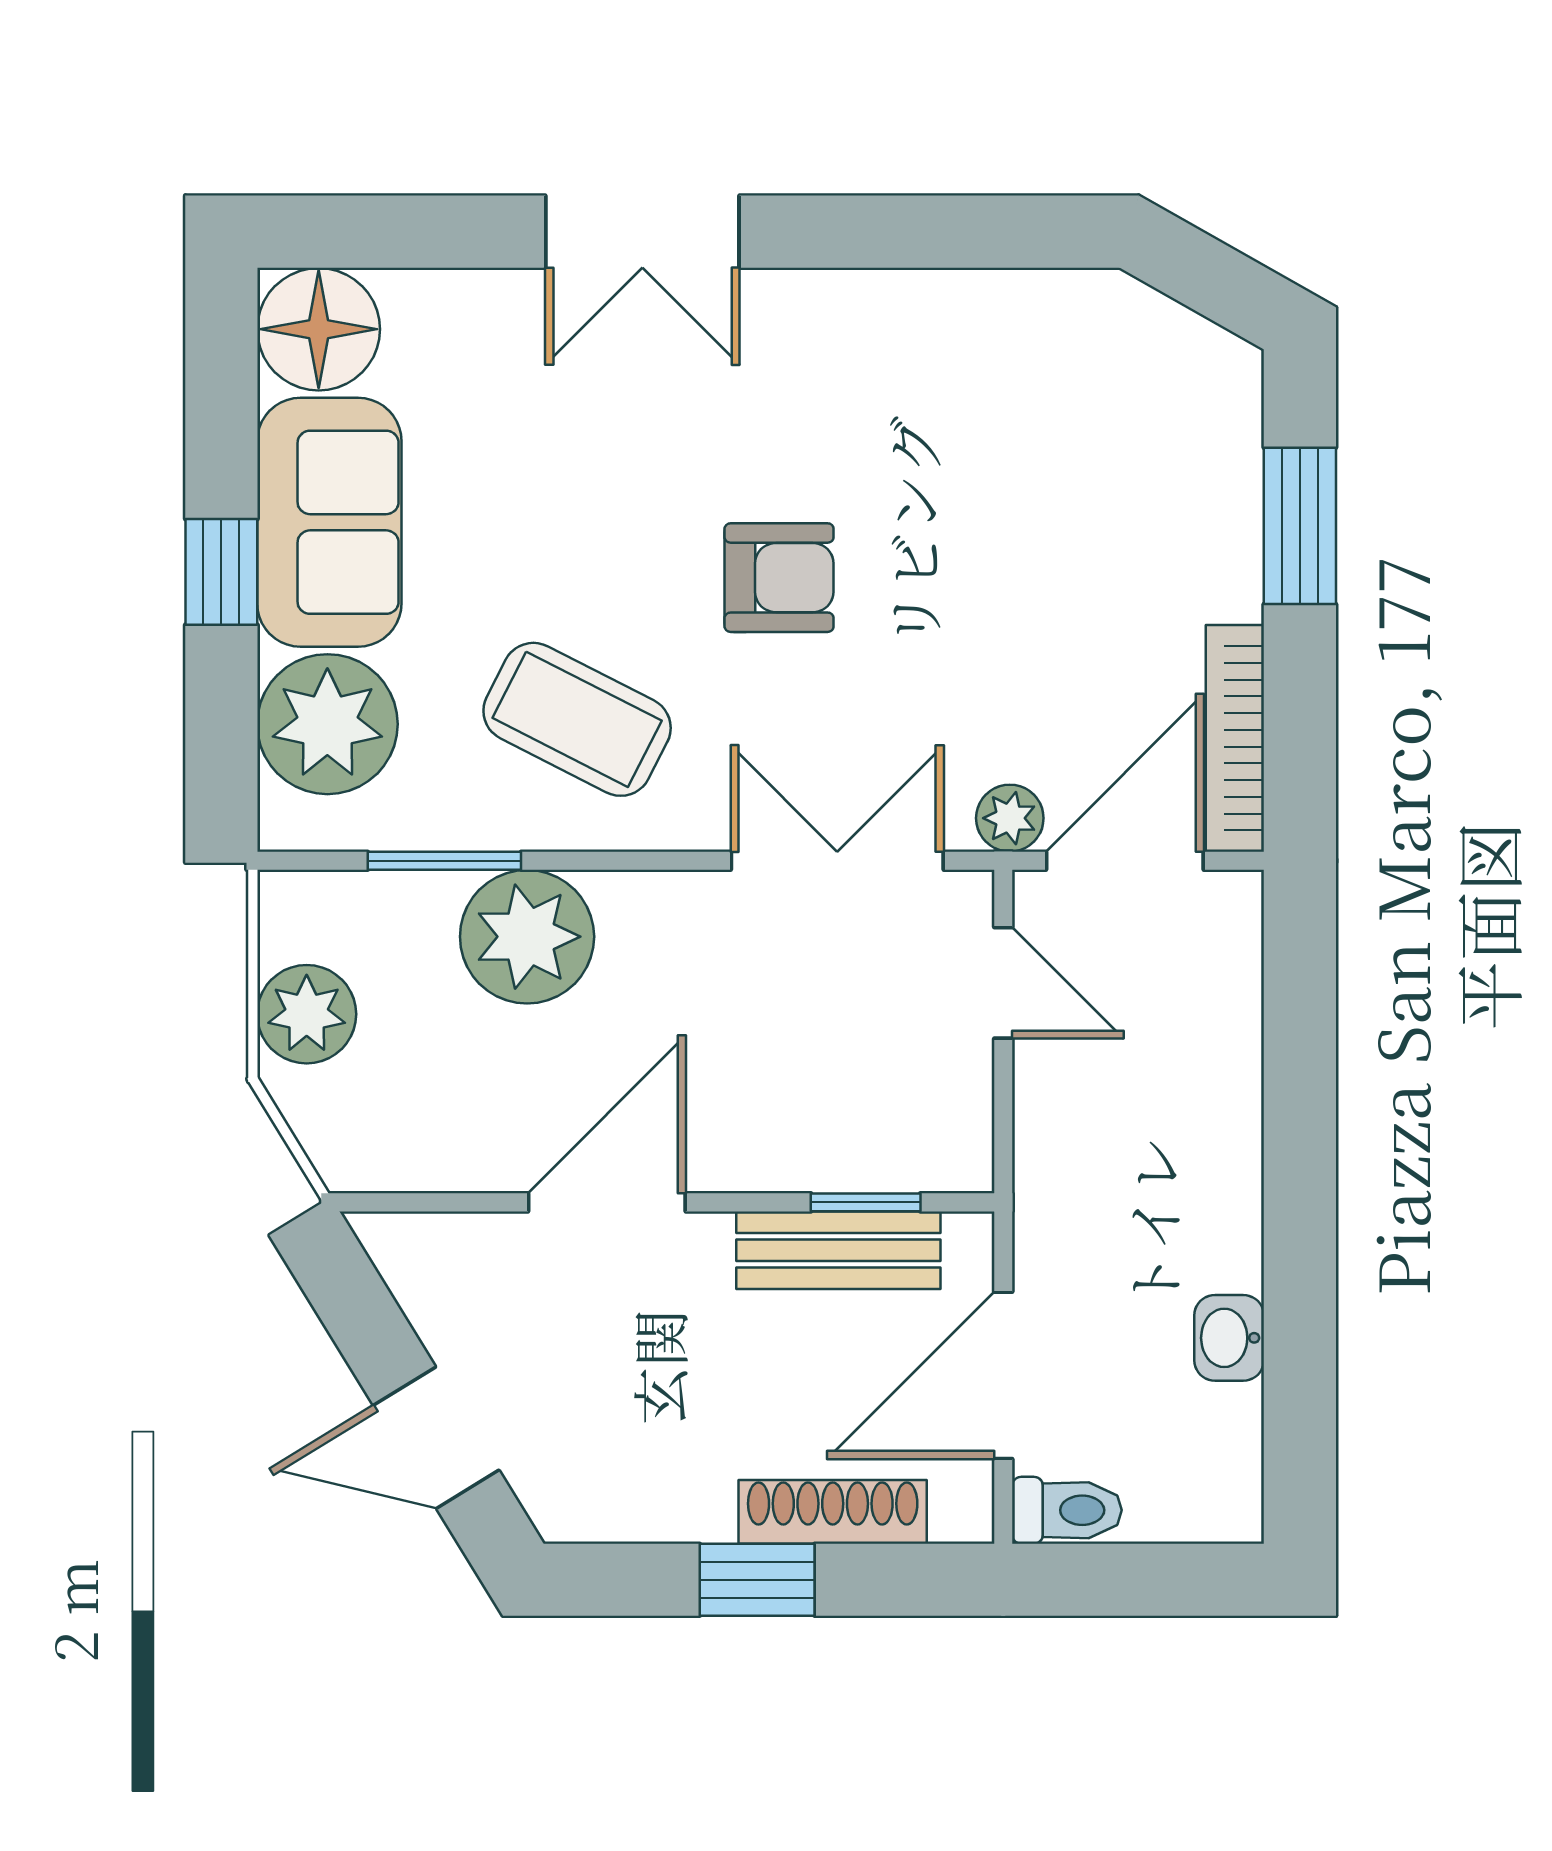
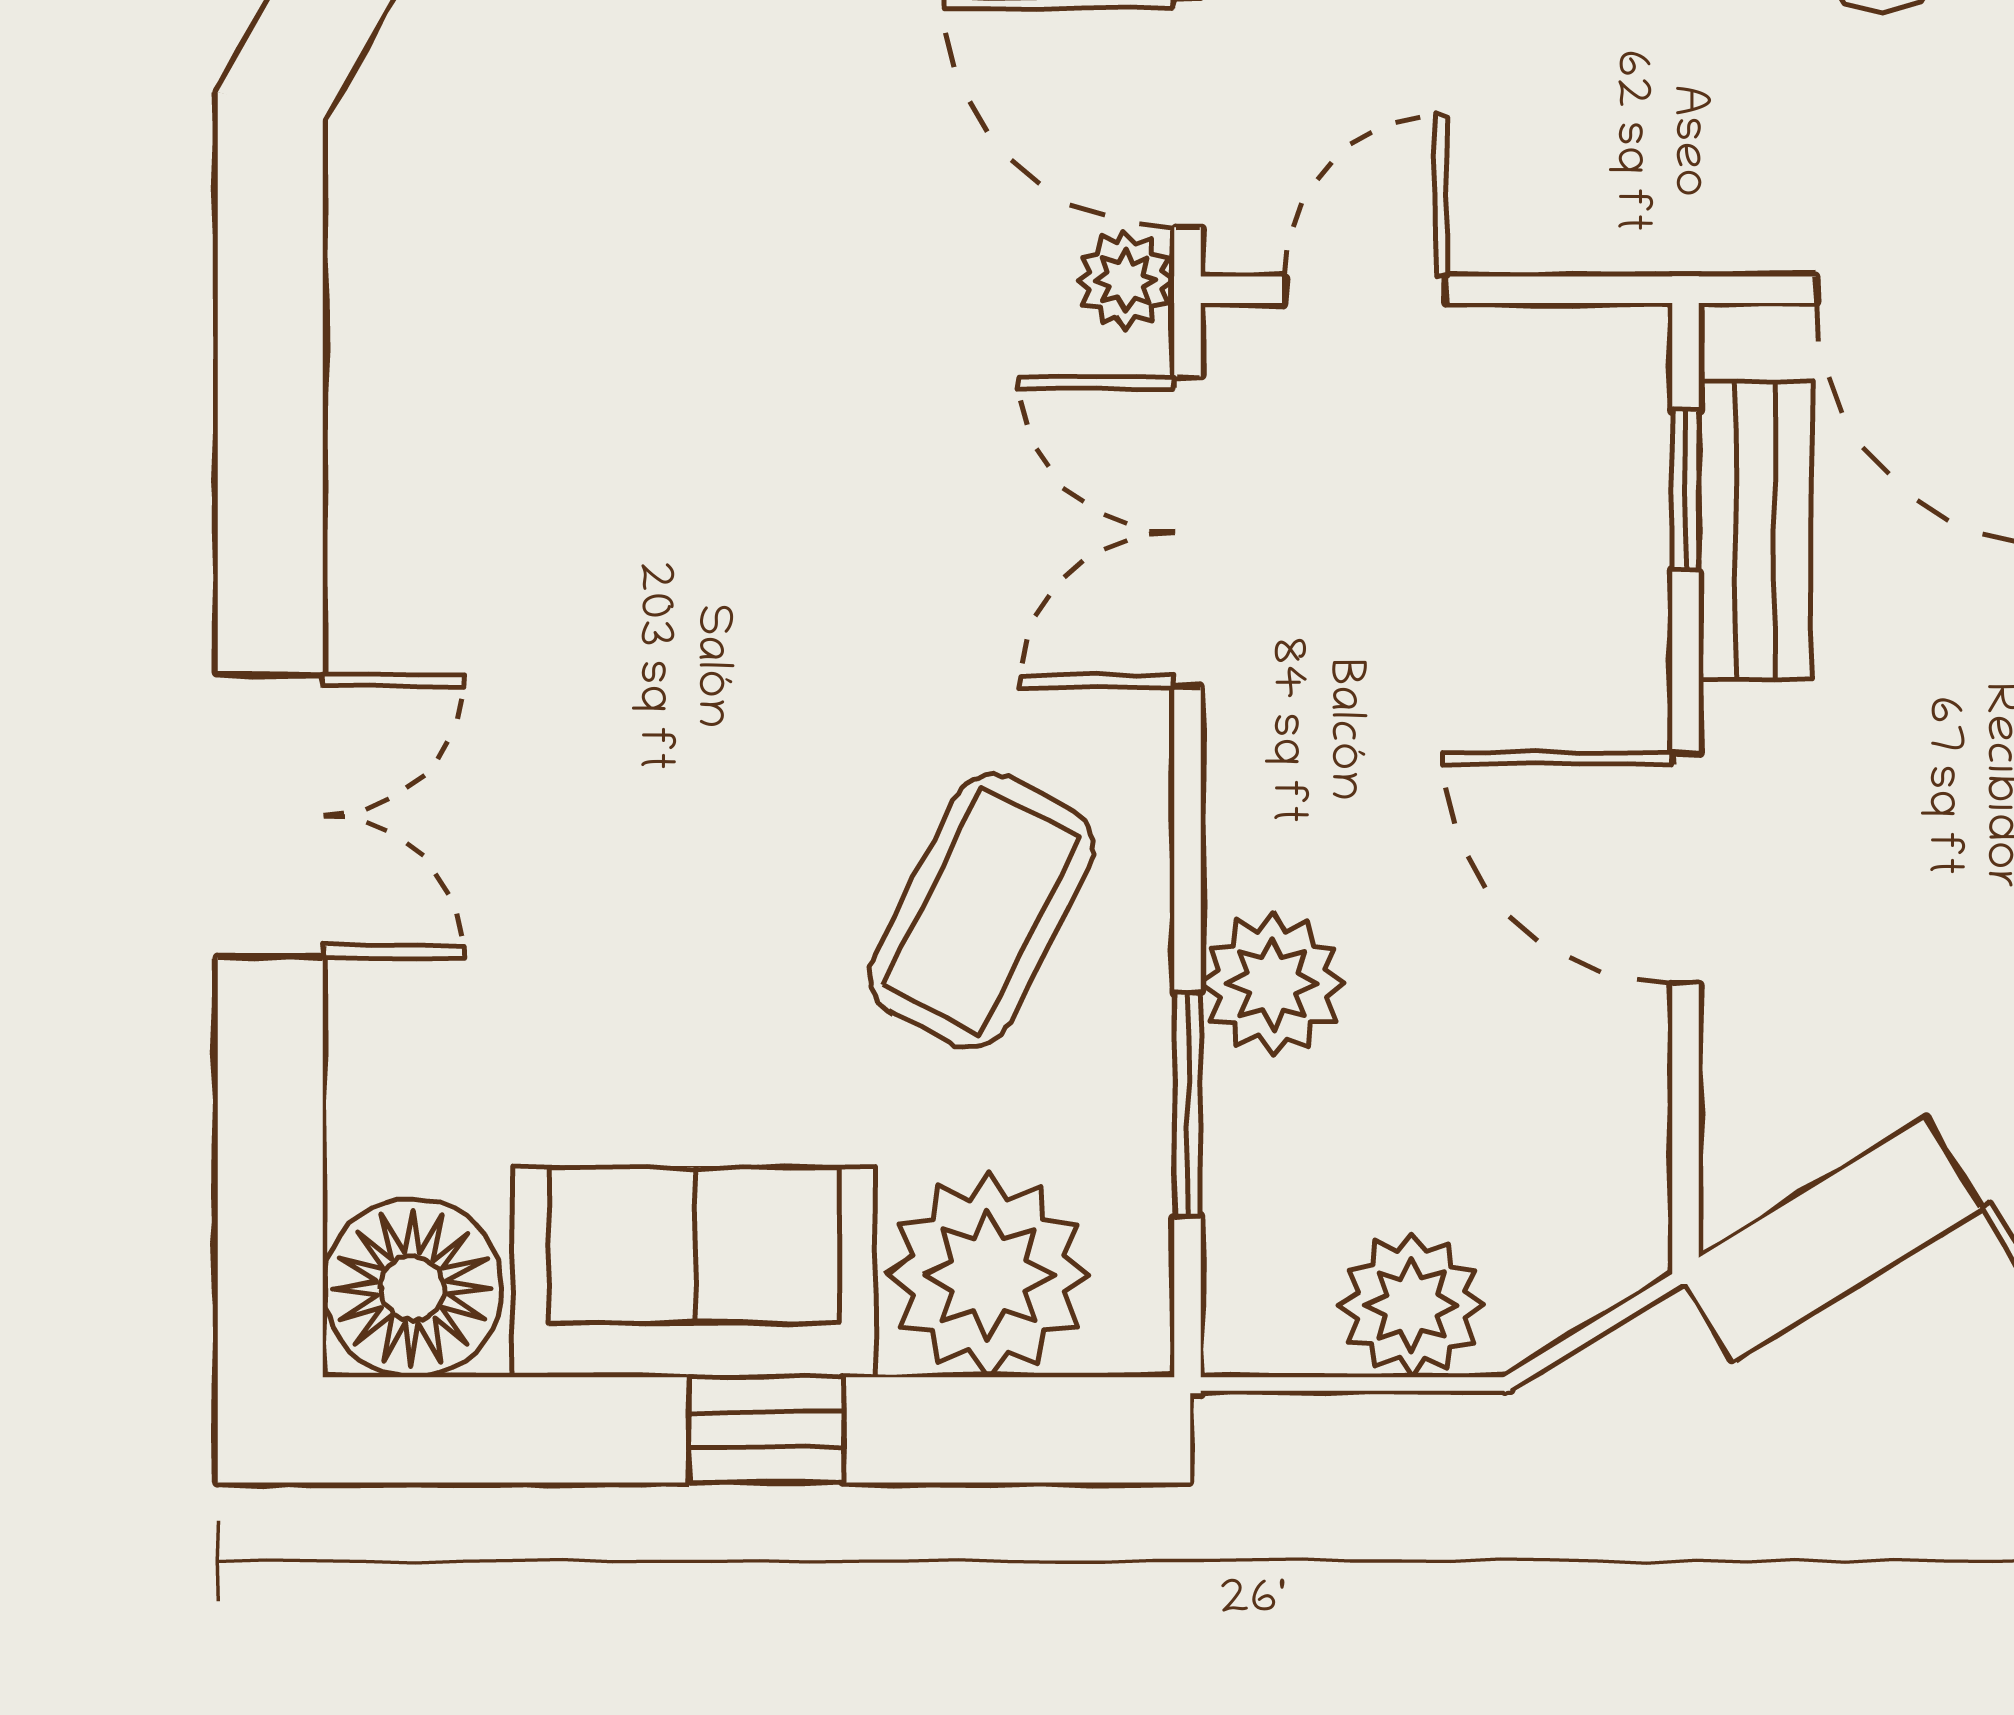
armchair: (779, 578) -> (775, 617), removed
plant: (527, 937) -> (1272, 984), width x0.73, depth x0.73

